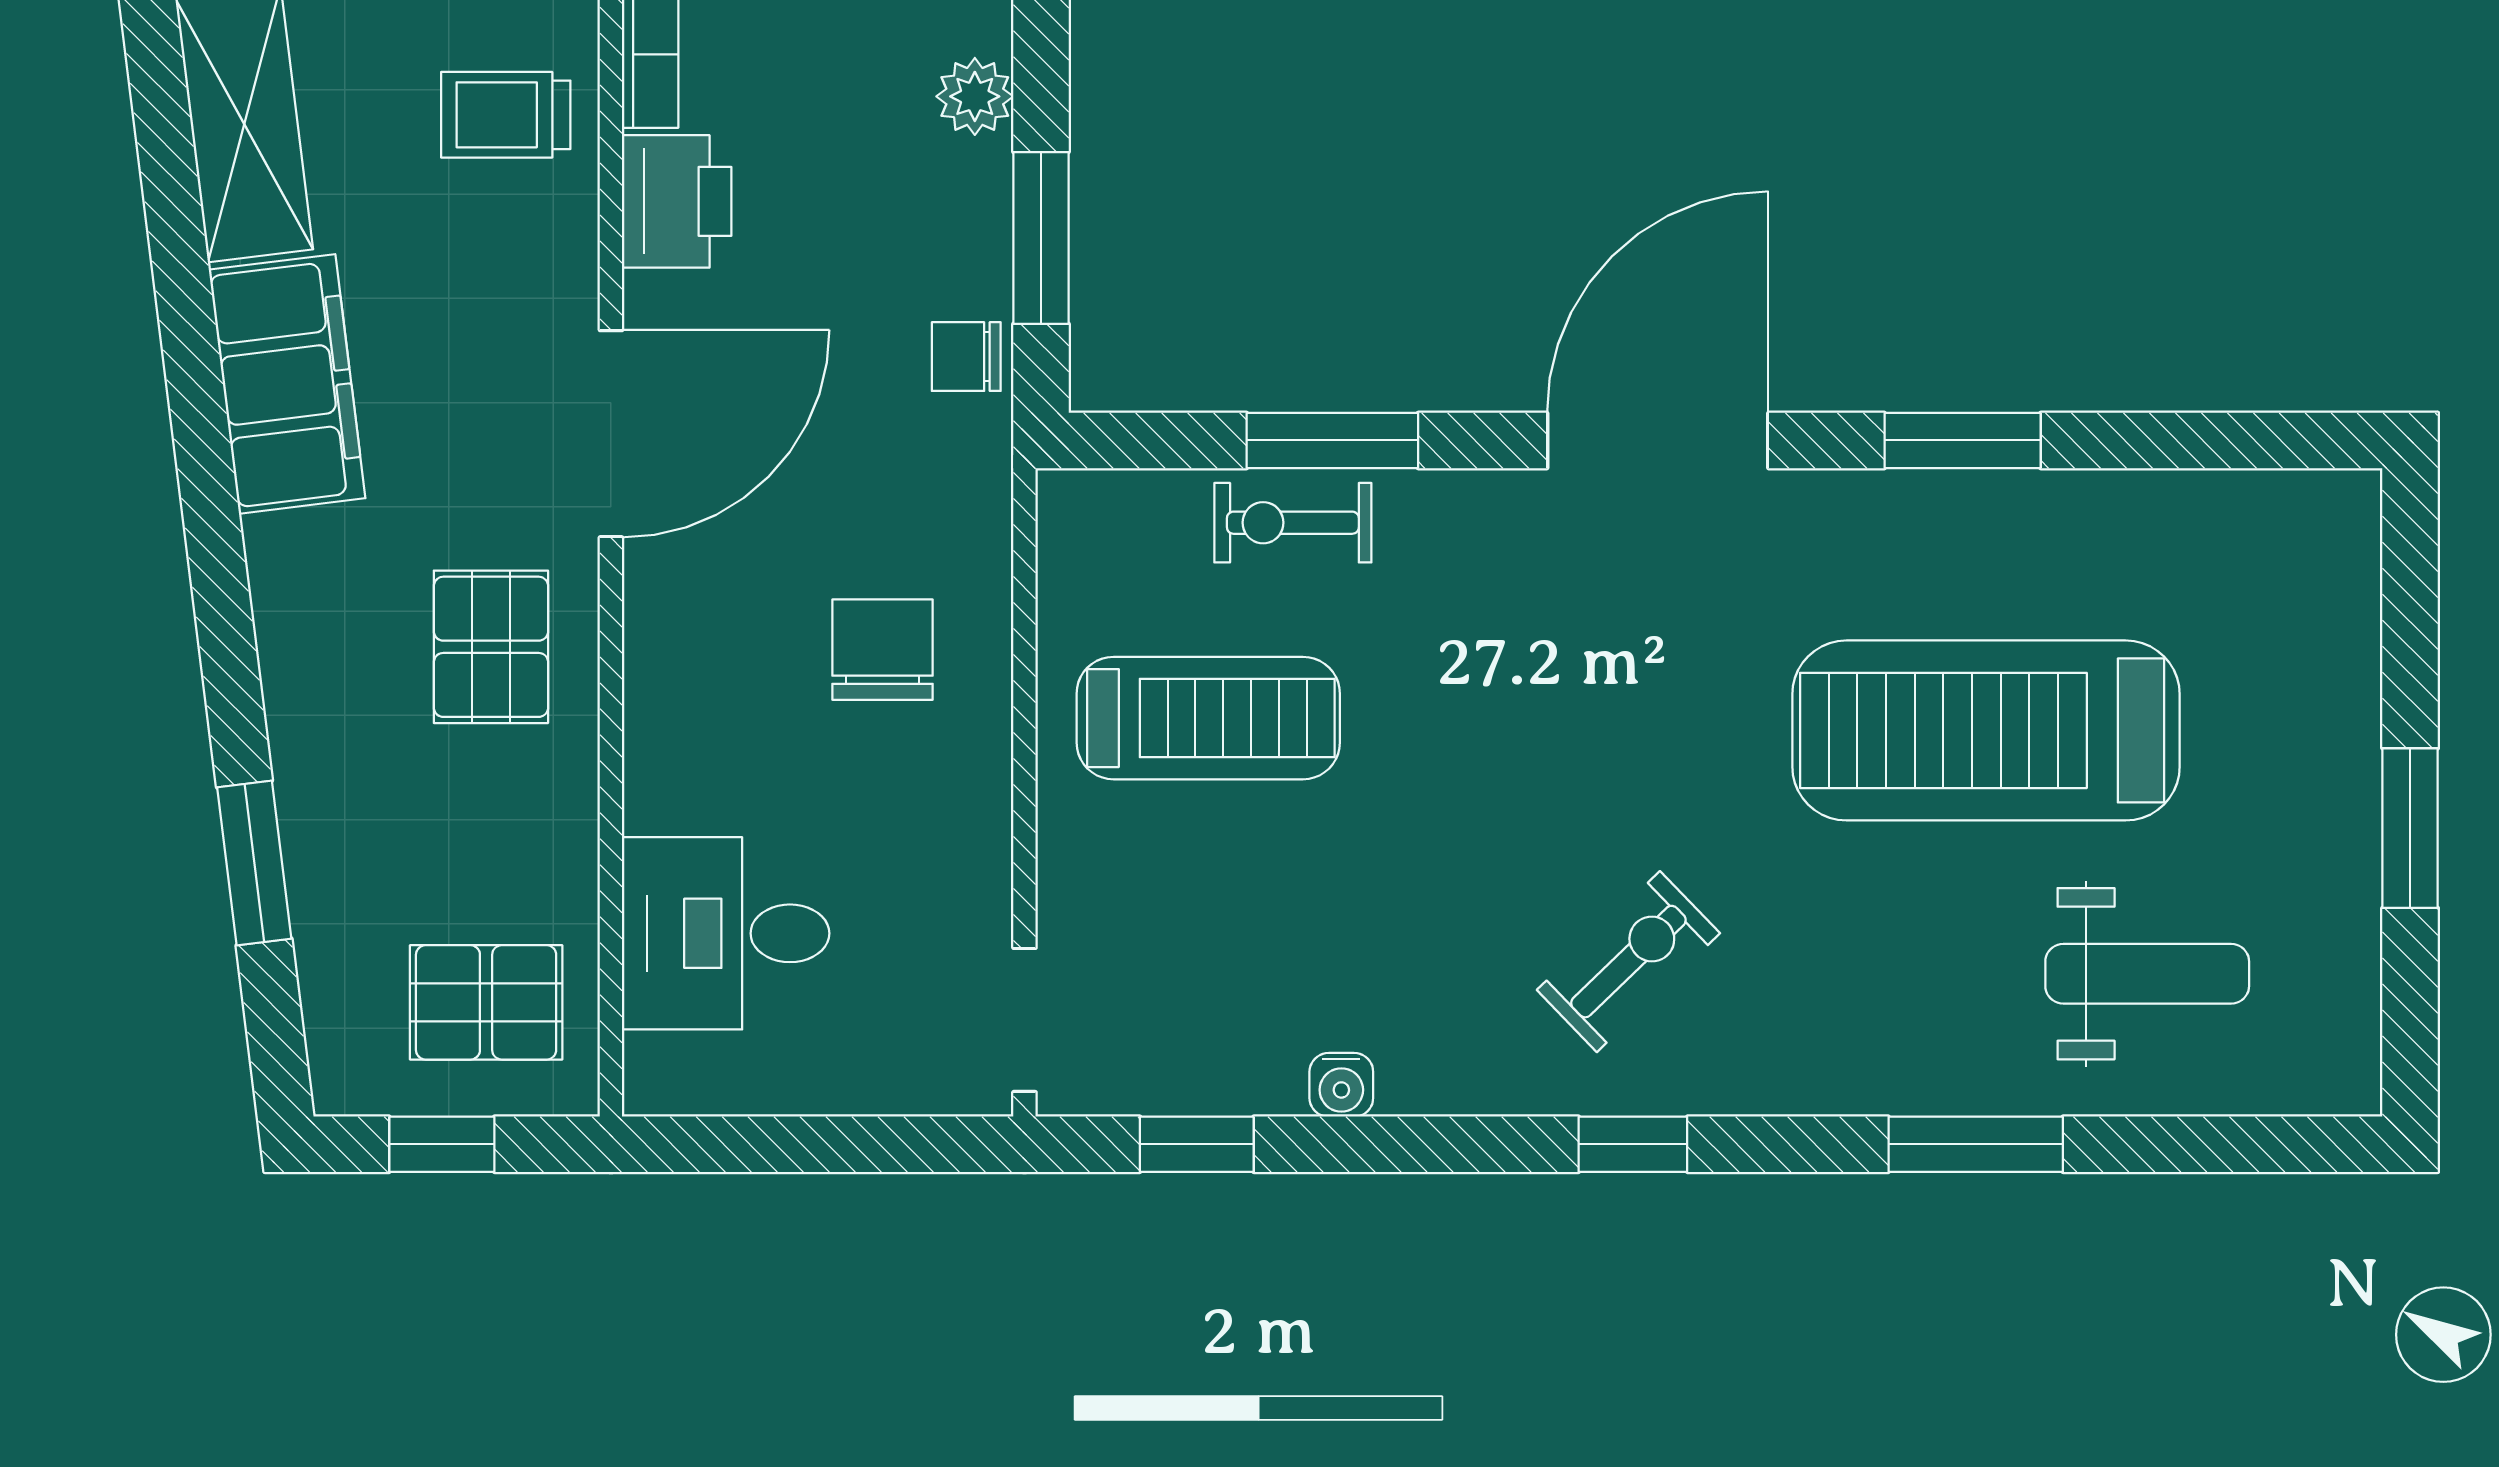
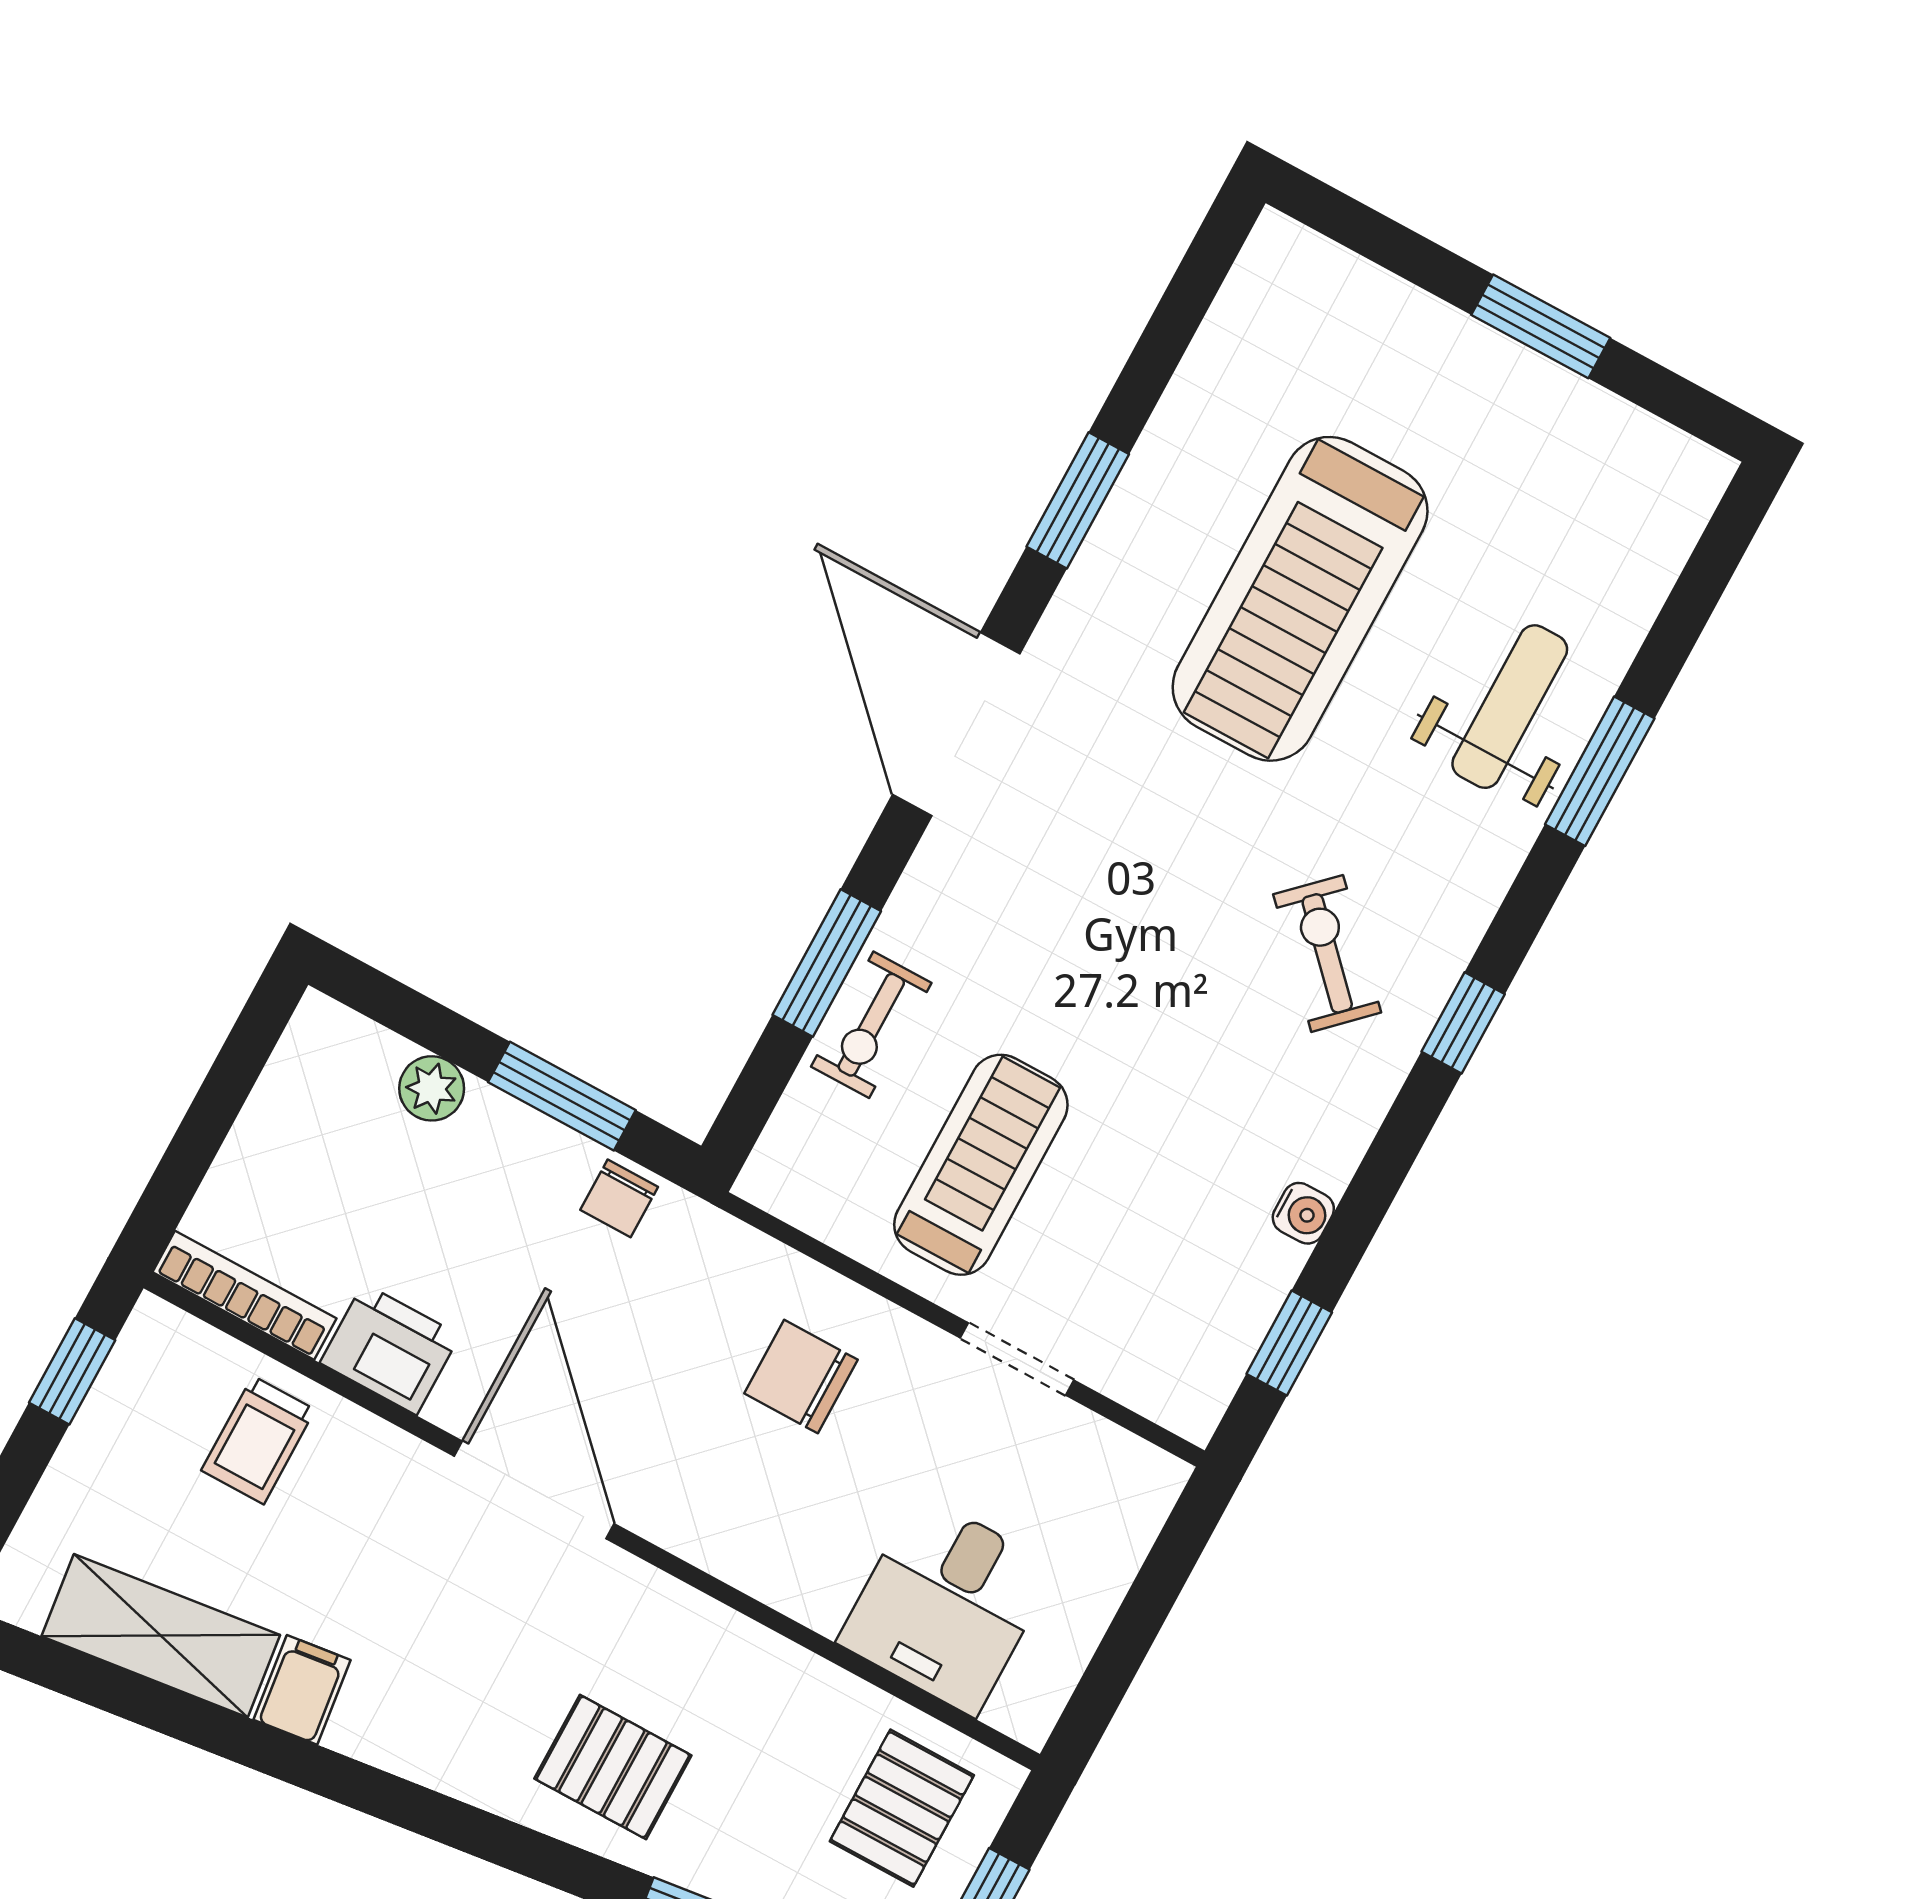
filing cabinet: (287, 384) -> (302, 1690), width x0.33, depth x0.86
pallet: (491, 647) -> (613, 1767), moved
weight bench: (2147, 974) -> (1510, 707), moved
doorway: (1024, 1020) -> (1017, 1359), moved

